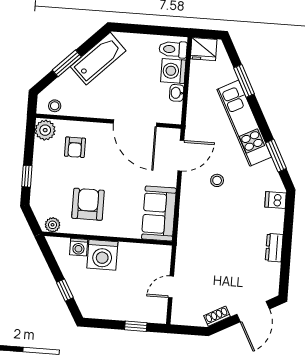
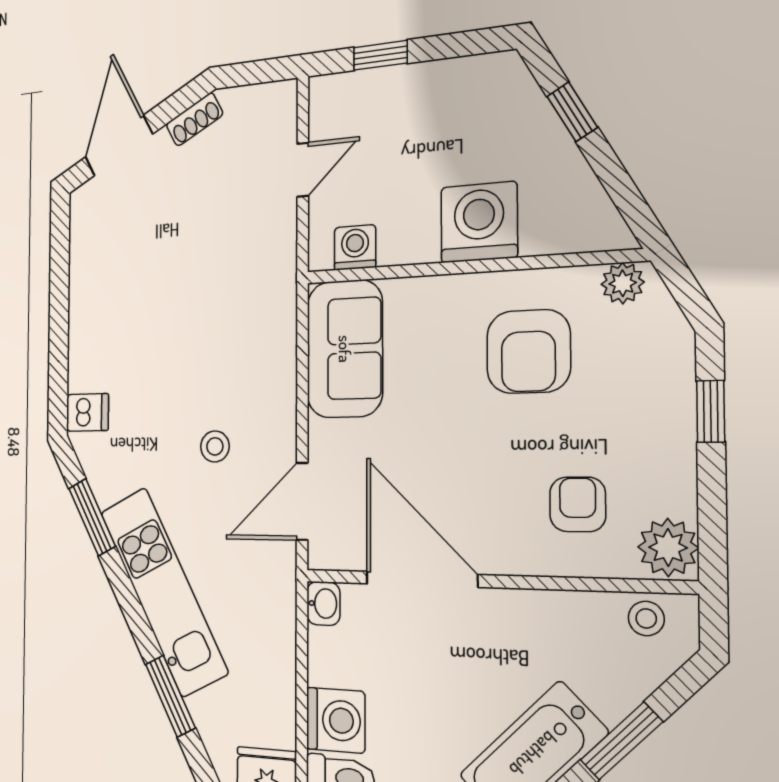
washbasin: (177, 93) -> (323, 603), moved
washing machine: (79, 247) -> (355, 247), moved
dresser: (274, 248) -> (84, 301), removed

